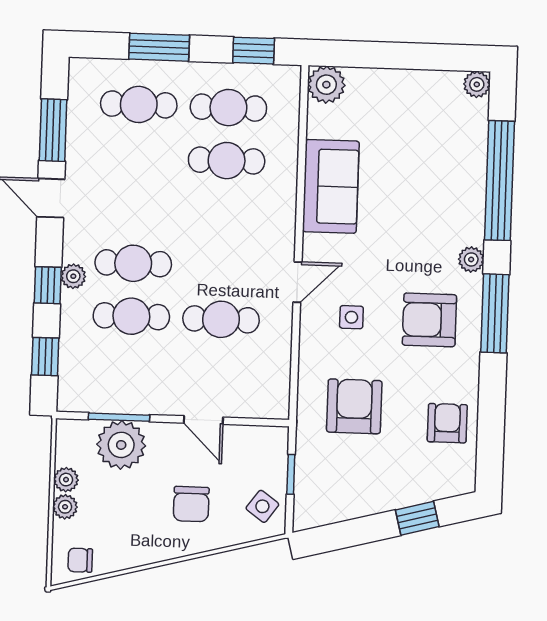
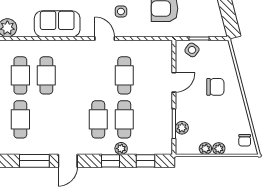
plant: (73, 276) -> (121, 149), moved
plant: (121, 445) -> (182, 128), width x0.53, depth x0.53
side table: (262, 506) -> (192, 50), moved

